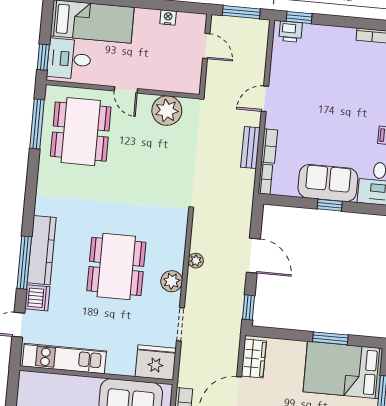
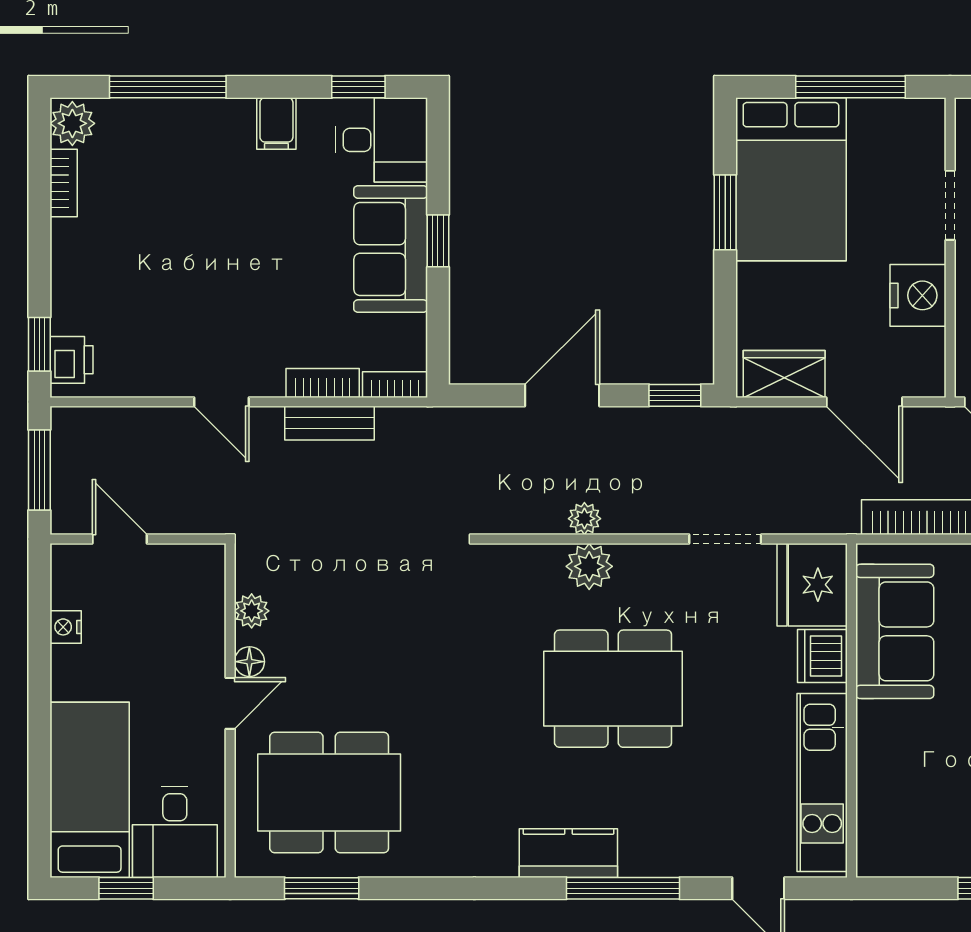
door: (206, 46) -> (120, 539), hinge flipped
window: (43, 57) -> (126, 888), moved
floor lamp: (144, 100) -> (249, 662), added
plant: (167, 111) -> (252, 611), width x0.53, depth x0.53
window: (37, 124) -> (322, 888), width x0.69
kitchen counter: (42, 250) -> (568, 853), width x0.67
plant: (172, 281) -> (589, 566), moved
dishwasher: (37, 298) -> (822, 656), moved, turned -90

